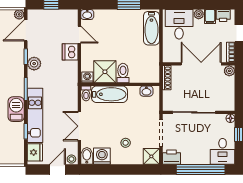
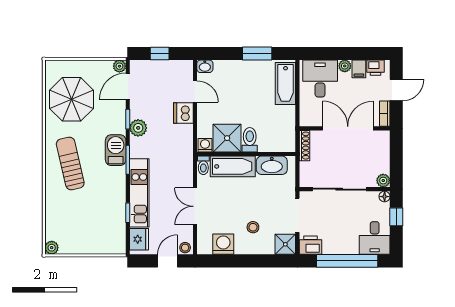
plant: (229, 71) -> (383, 181), moved
washbasin: (146, 91) -> (272, 165), width x1.91, depth x1.45
barbecue: (16, 109) -> (116, 150), moved
bidet: (87, 156) -> (204, 244), removed

